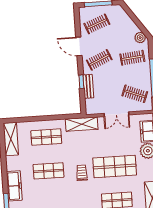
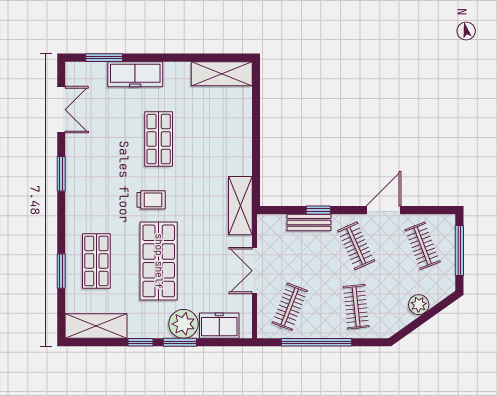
plant: (140, 38) -> (419, 305), moved
shop shelf: (46, 137) -> (221, 139), removed

